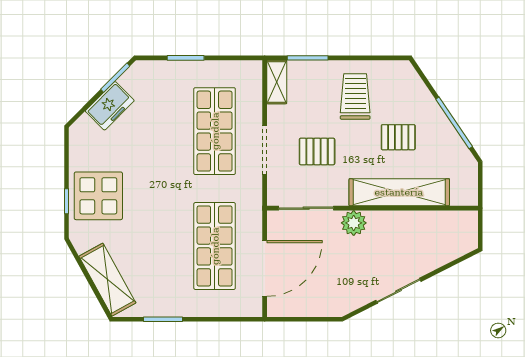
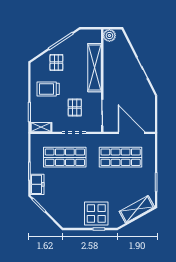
freezer: (110, 106) -> (37, 184), moved, turned 45
pallet: (398, 137) -> (56, 63), moved
plant: (354, 223) -> (109, 35), moved

